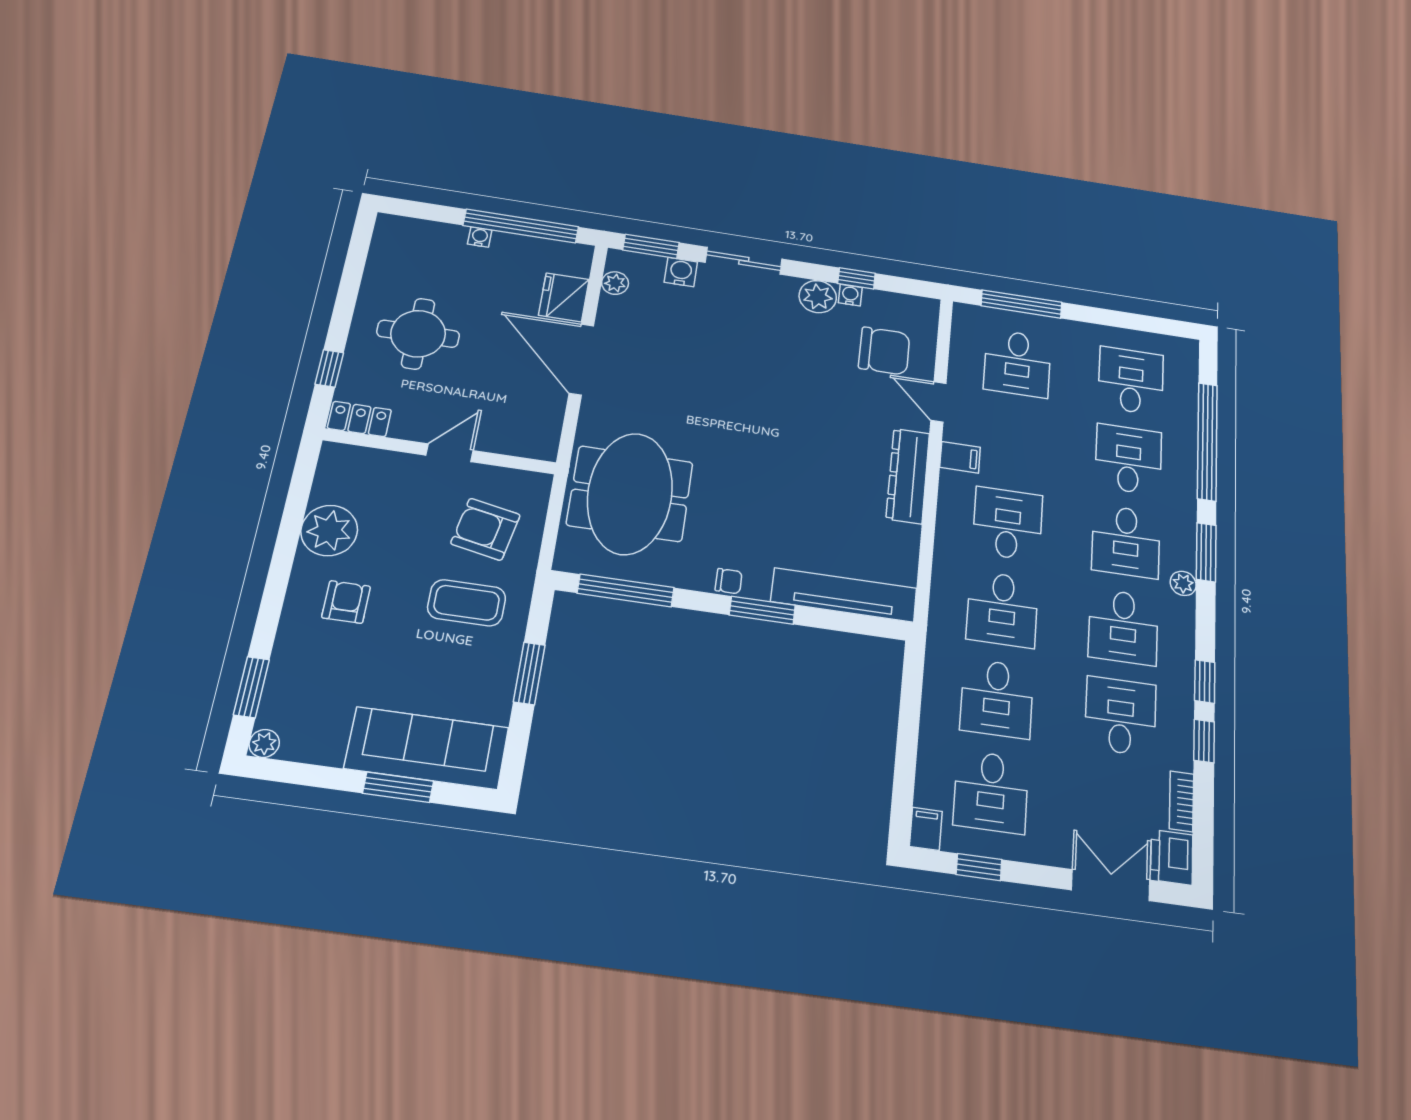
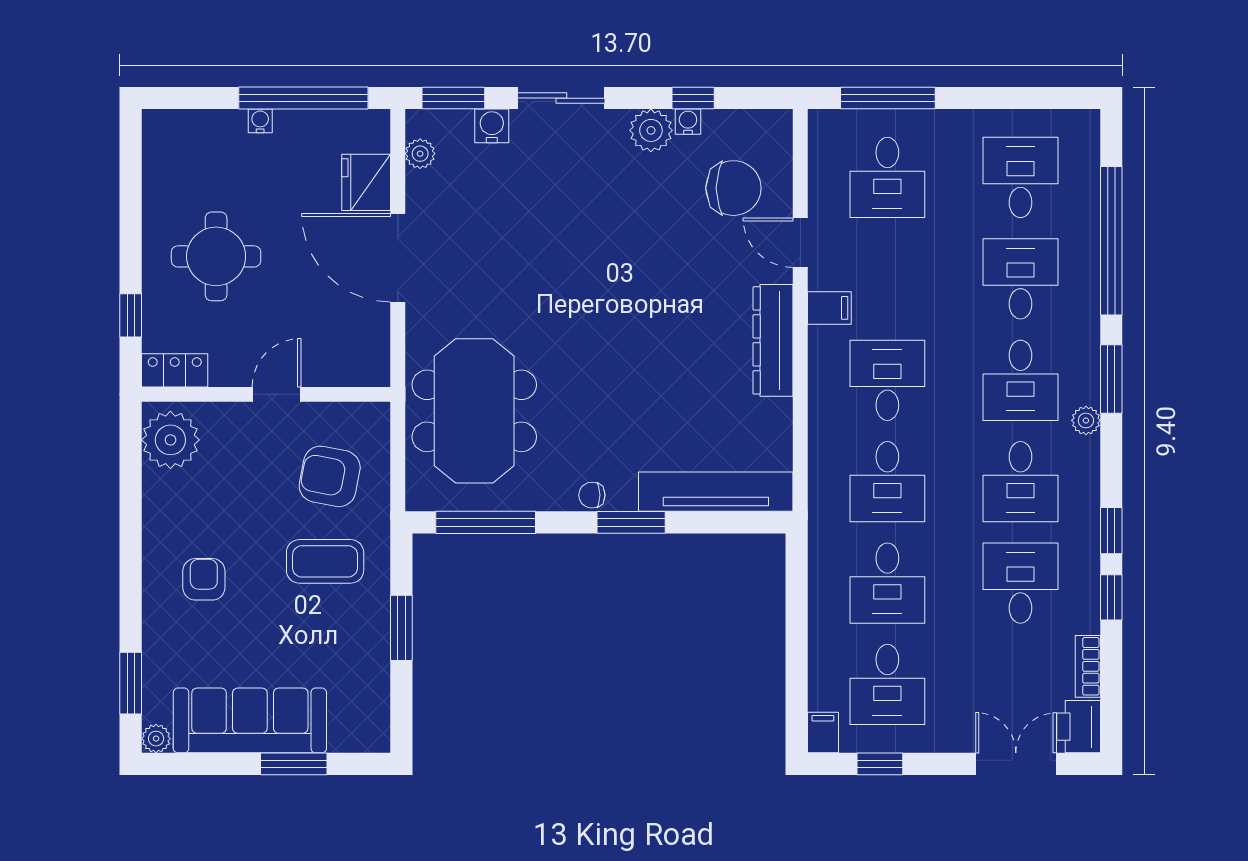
plant: (329, 531) -> (170, 440), moved
chair: (729, 581) -> (592, 495), turned 180
sofa: (427, 748) -> (250, 720), moved

